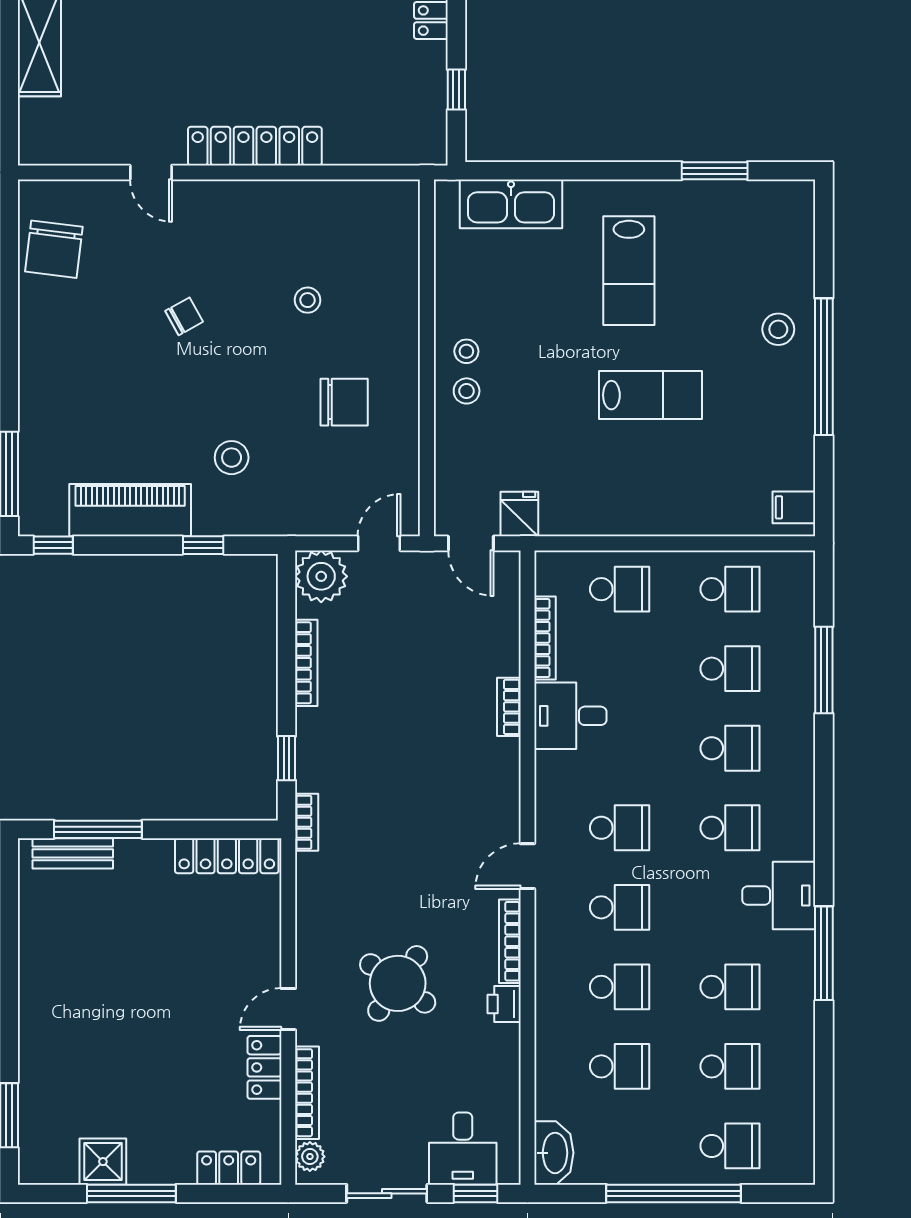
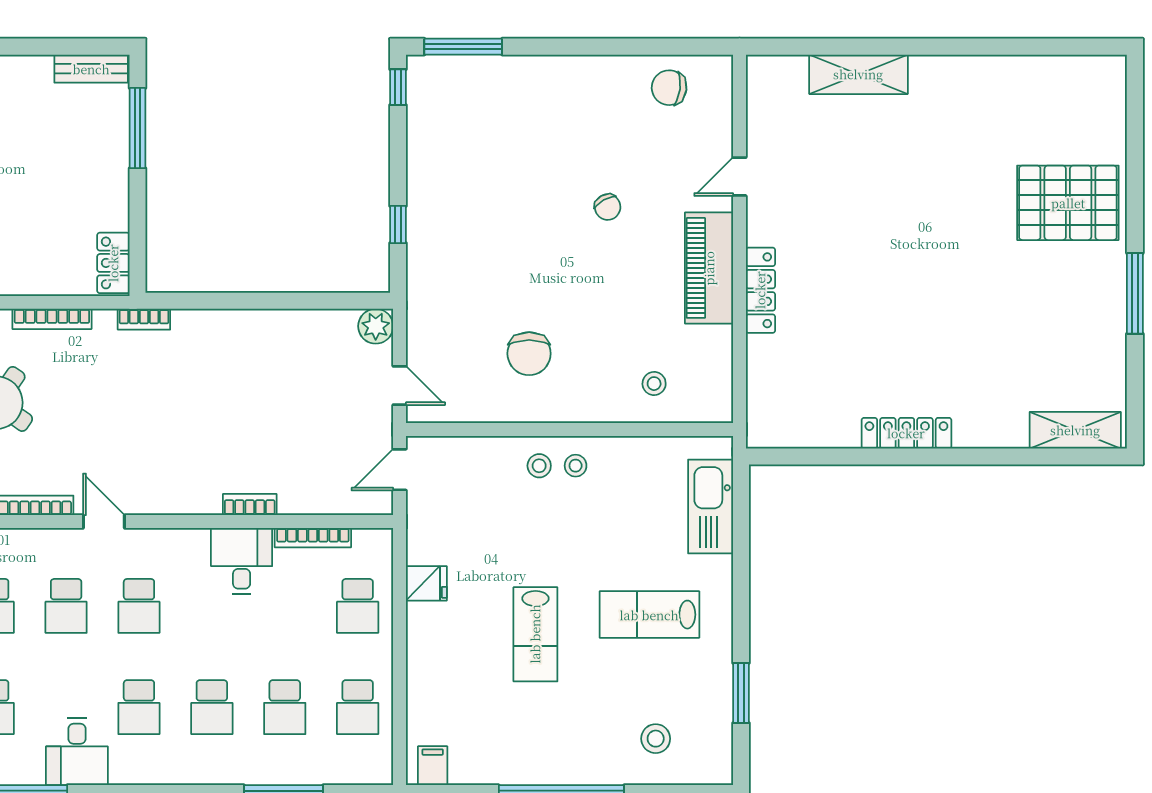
window: (456, 90) -> (815, 456), removed
locker: (255, 146) -> (760, 290), width x0.71, depth x0.83
chair: (54, 249) -> (669, 88), width x0.73, depth x0.73
stool: (307, 300) -> (654, 384), moved
stool: (778, 329) -> (656, 739), moved
stool: (232, 458) -> (478, 250), removed
piano: (130, 510) -> (709, 268), moved, turned 180
fridge: (519, 514) -> (426, 583), moved
plant: (321, 576) -> (376, 326), width x0.73, depth x0.73
bookcase: (306, 663) -> (52, 319), moved
window: (286, 758) -> (203, 301), removed
bench: (73, 853) -> (91, 69), moved, turned 90
locker: (227, 856) -> (113, 263), width x0.66

